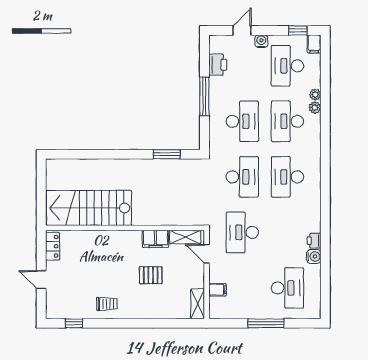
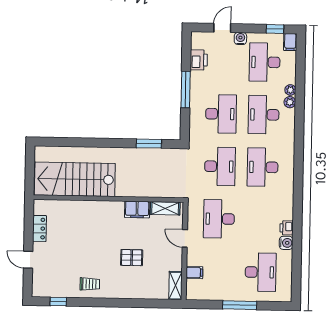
stairs: (89, 208) -> (75, 179), moved
wall: (125, 228) -> (108, 199), moved
shelving: (185, 237) -> (165, 208), moved
filing cabinet: (155, 239) -> (137, 210), moved

